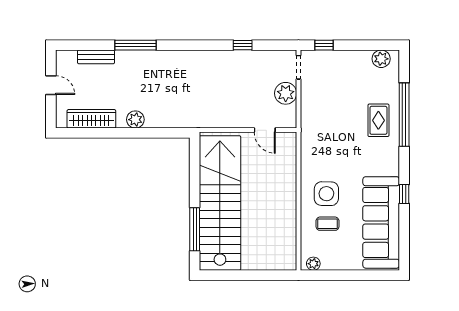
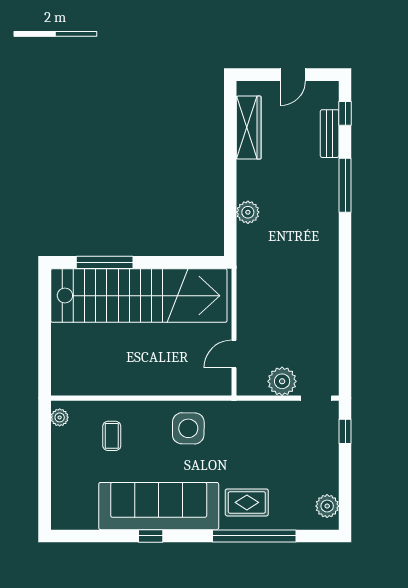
window: (243, 45) -> (345, 113), moved
plant: (135, 120) -> (248, 212), moved
side table: (326, 194) -> (188, 428), moved
sofa: (381, 222) -> (159, 506), moved

